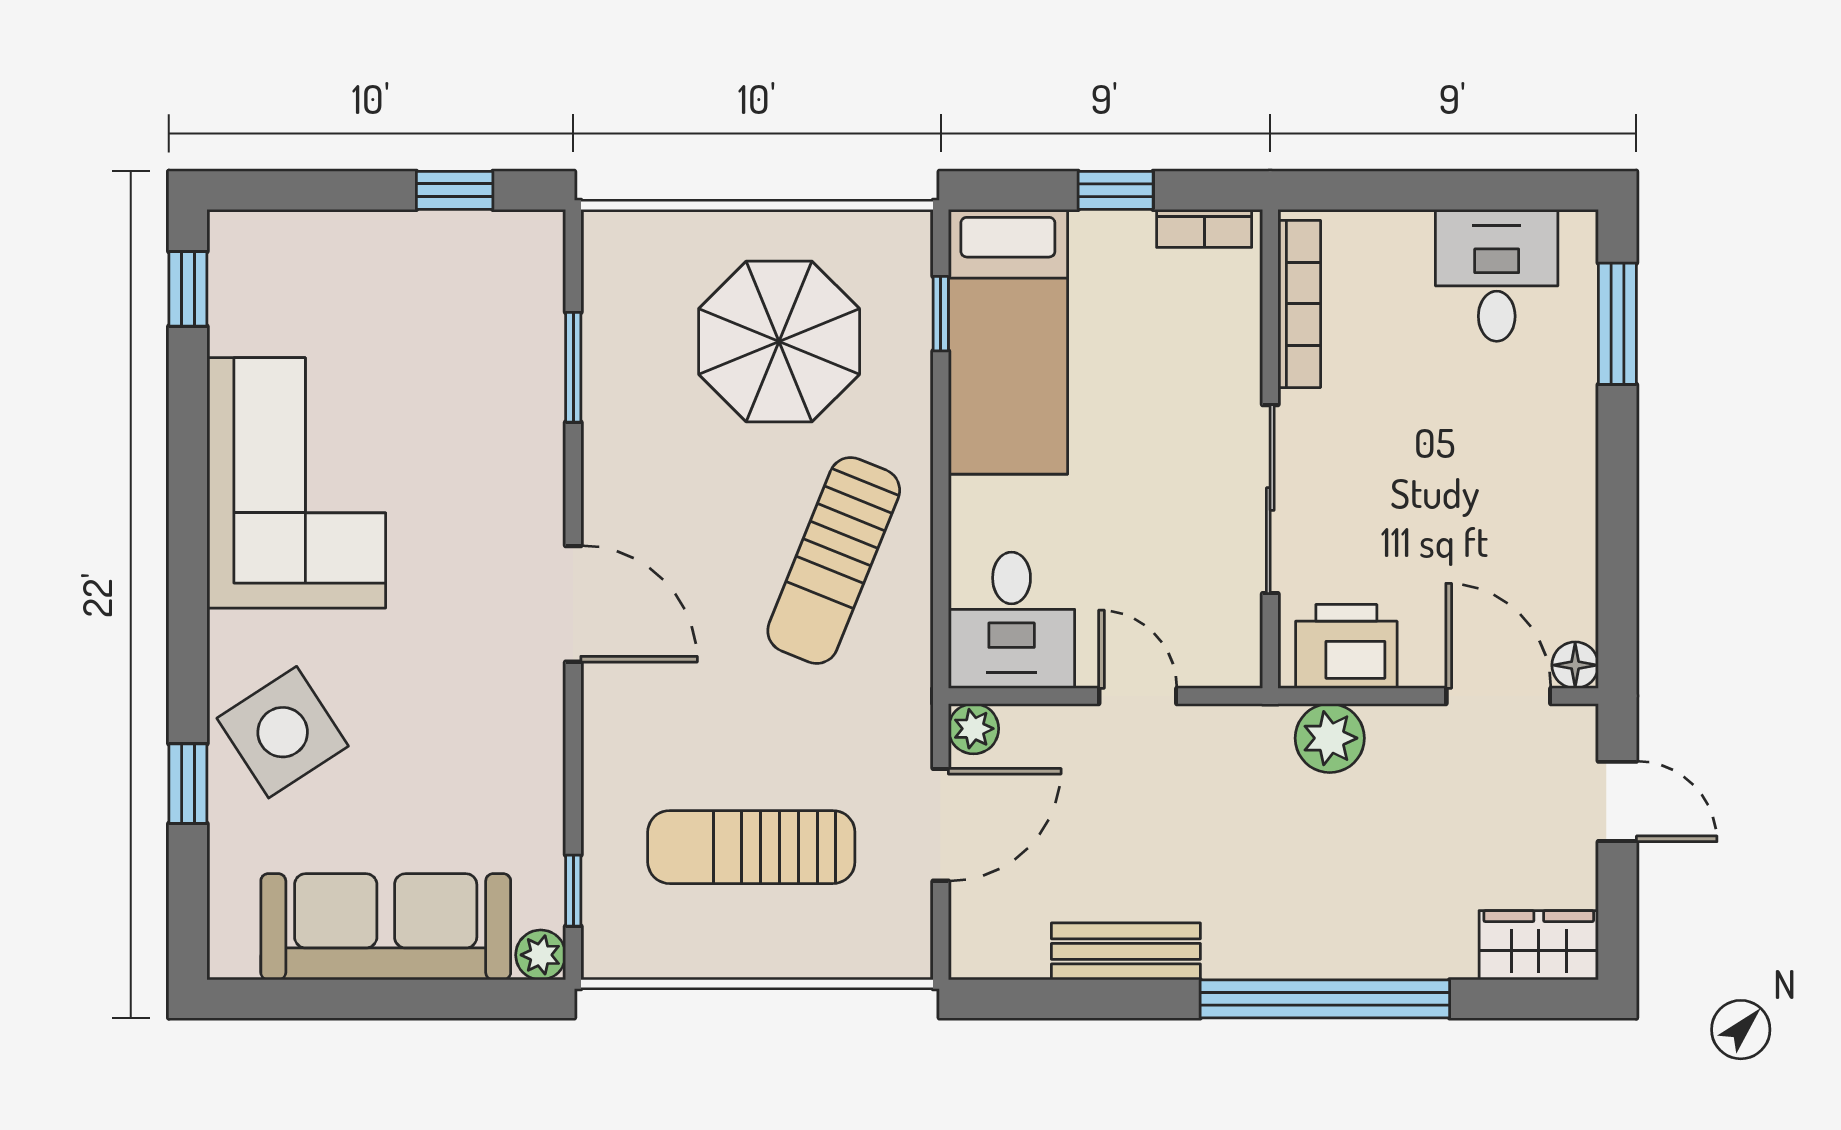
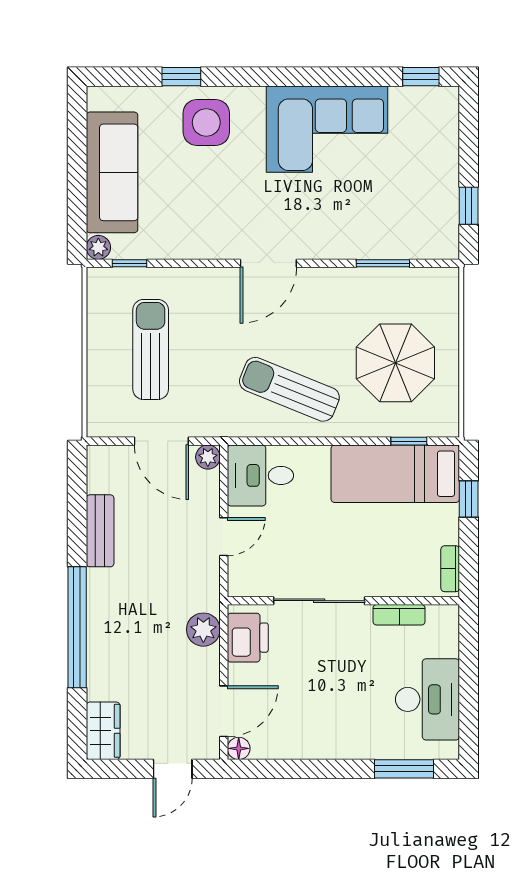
window: (1116, 190) -> (469, 499), moved
desk: (1497, 275) -> (427, 699), width x1.37
bookcase: (1299, 304) -> (399, 615), width x0.64
side table: (283, 732) -> (206, 122), turned 33

